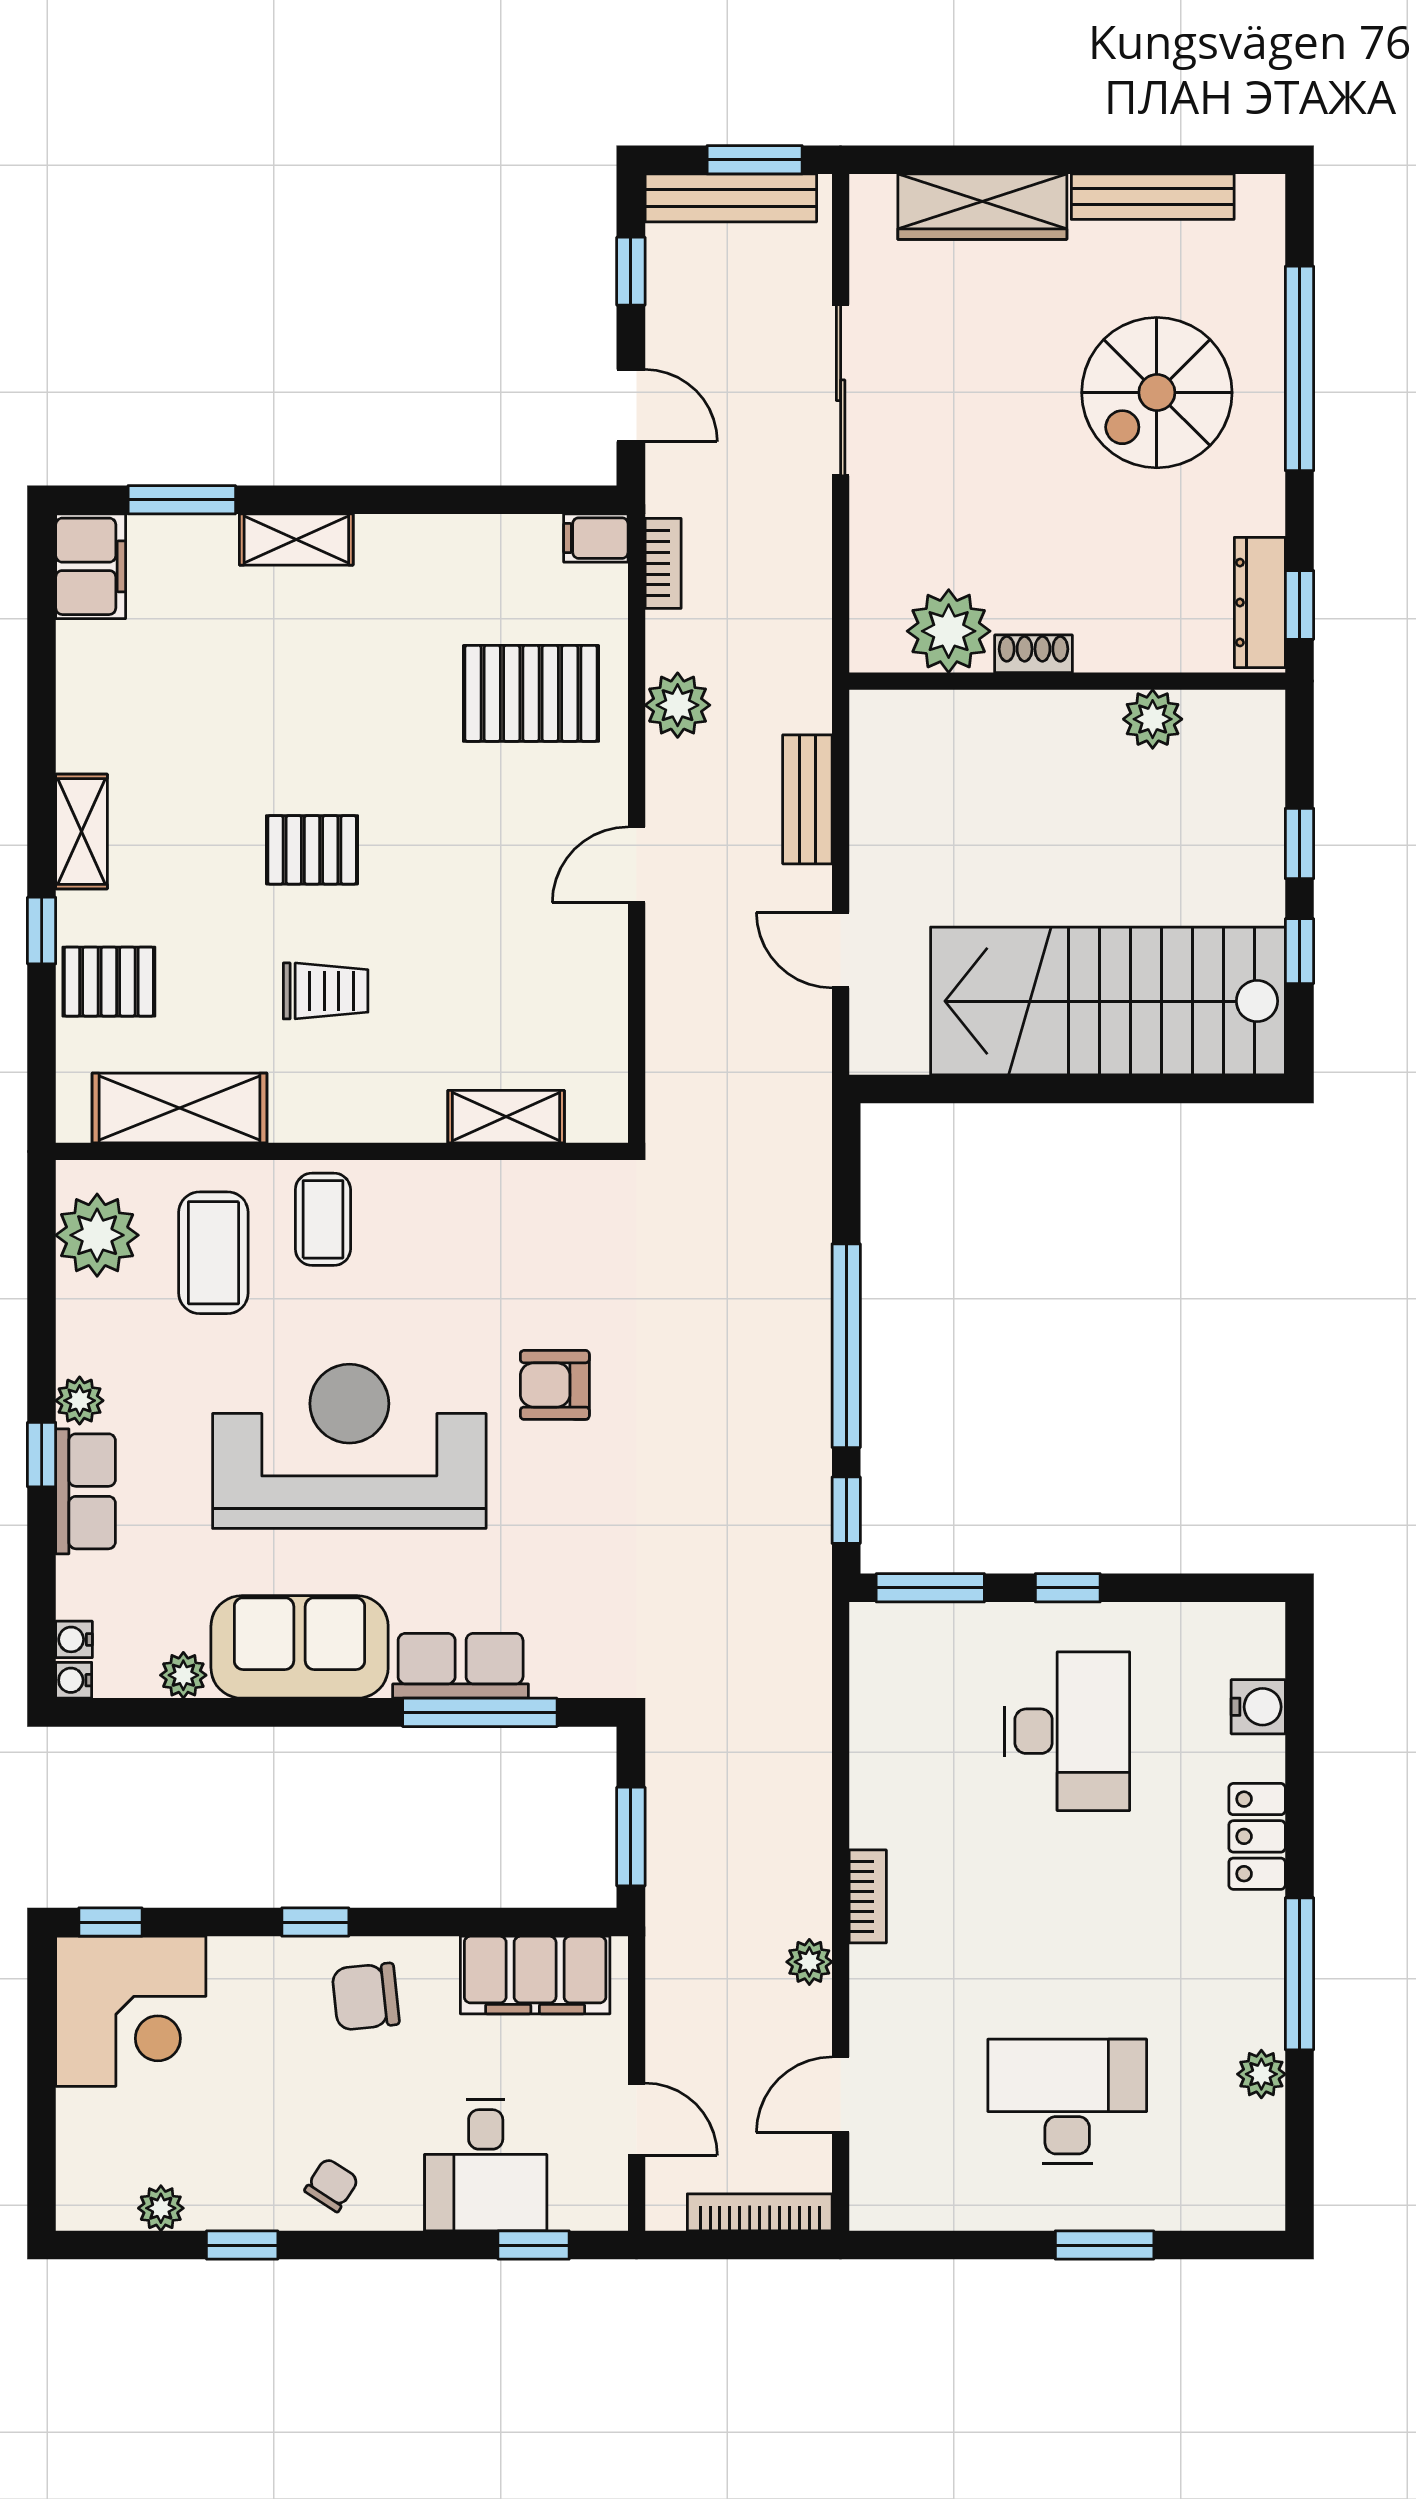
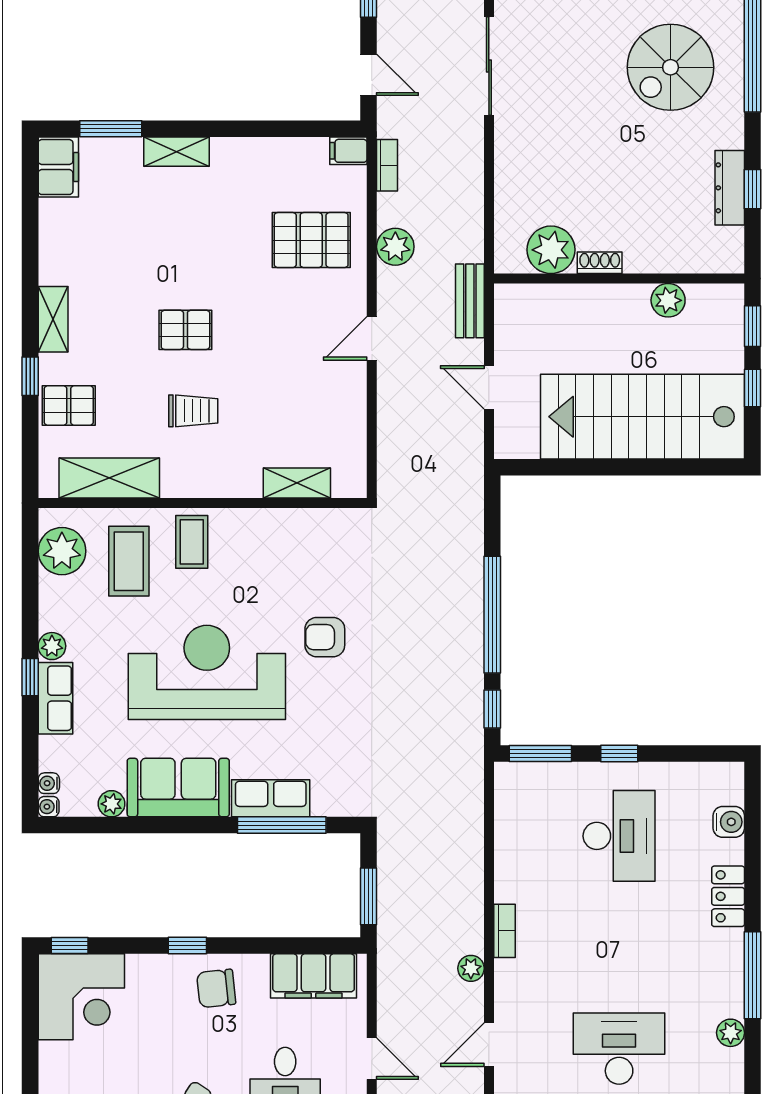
plant: (949, 631) -> (551, 250), moved
shoe rack: (1033, 654) -> (600, 263), moved
wall: (1067, 681) -> (619, 278), moved
plant: (1153, 719) -> (668, 300), moved

